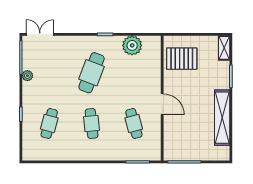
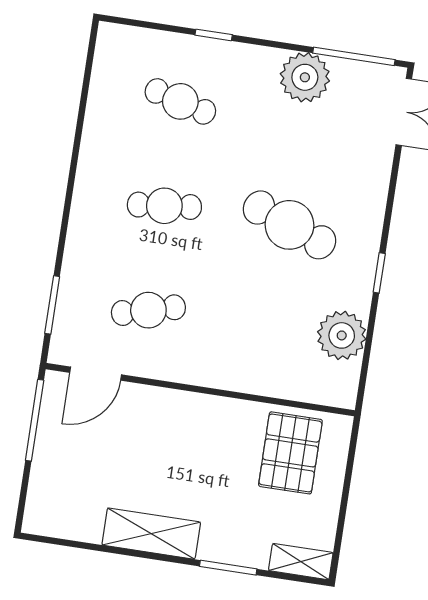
plant: (27, 76) -> (305, 77), width x1.88, depth x1.88
door: (162, 104) -> (96, 374), moved
shelving: (222, 118) -> (151, 534), width x0.68

